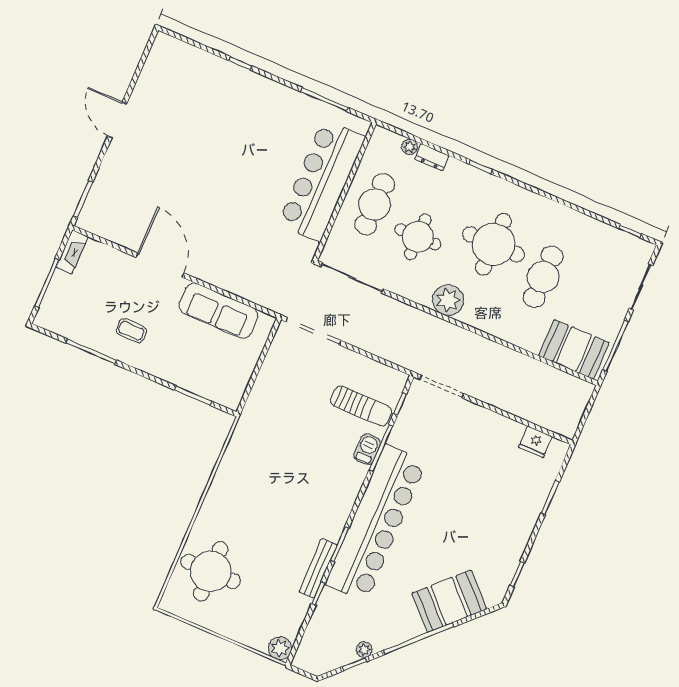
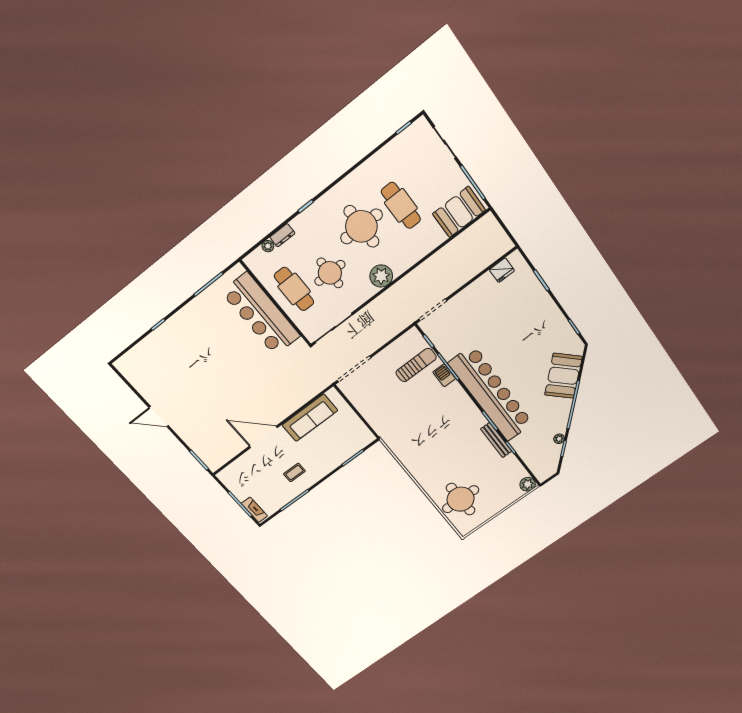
fireplace: (72, 252) -> (254, 510), moved

